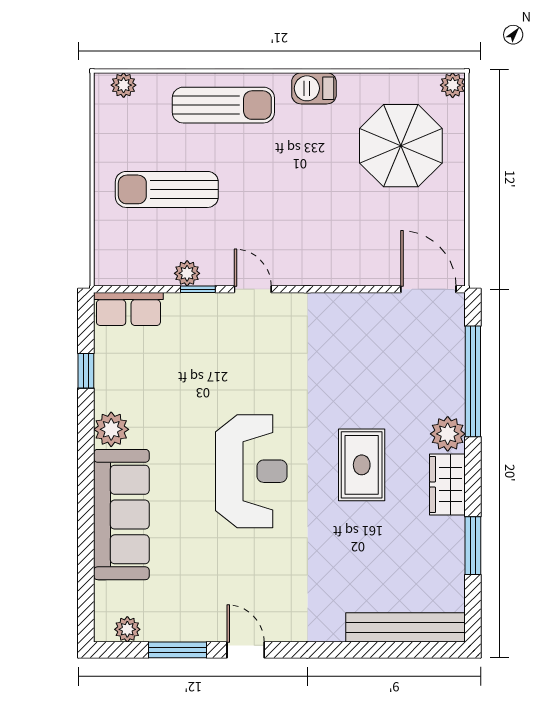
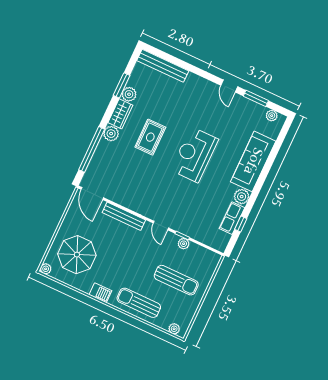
bench: (340, 272) -> (124, 216), added
row of seats: (128, 309) -> (232, 218), moved, turned -90
plant: (449, 534) -> (129, 94), added

